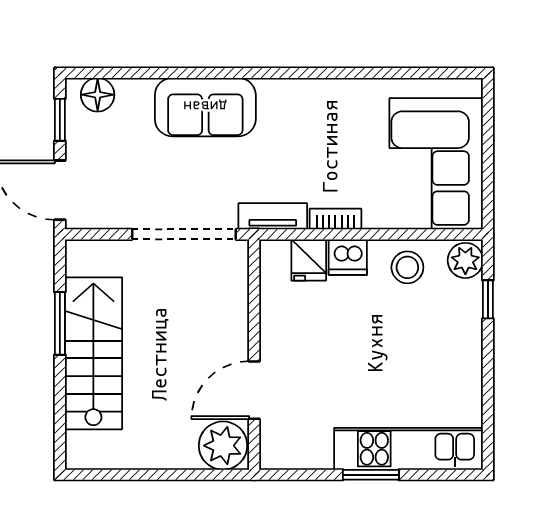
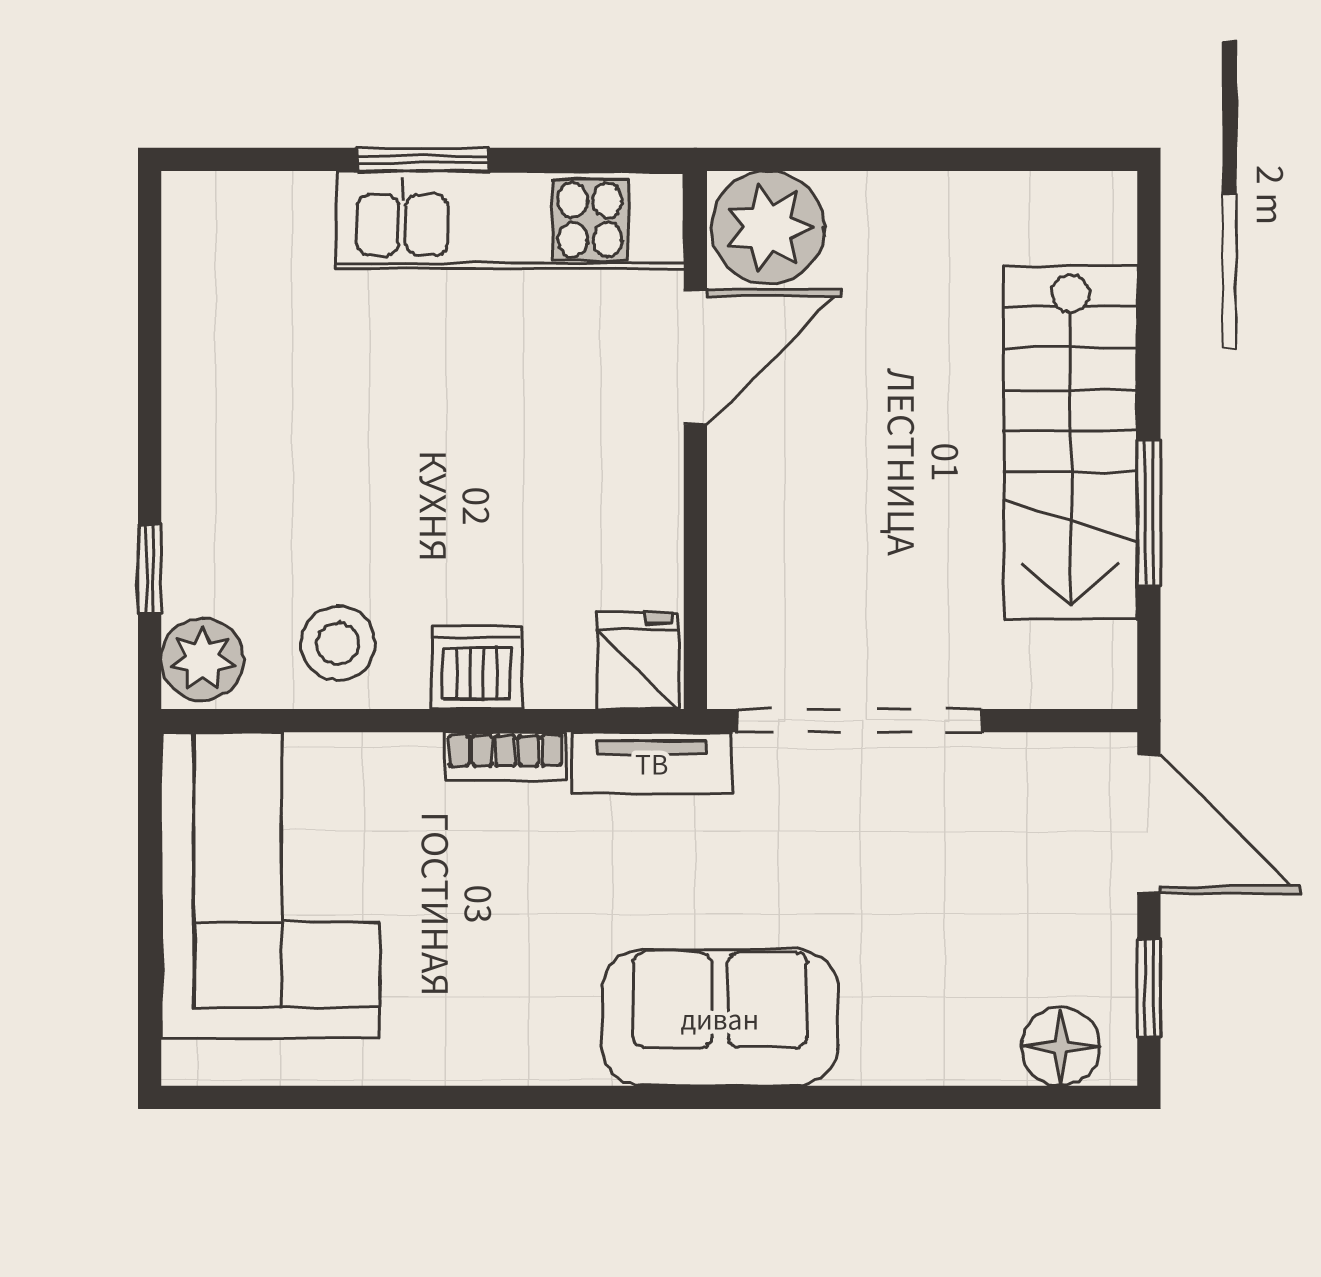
sofa: (205, 107) -> (720, 1018), moved
fridge: (309, 260) -> (638, 661), moved
kitchen unit: (409, 449) -> (510, 220), moved

